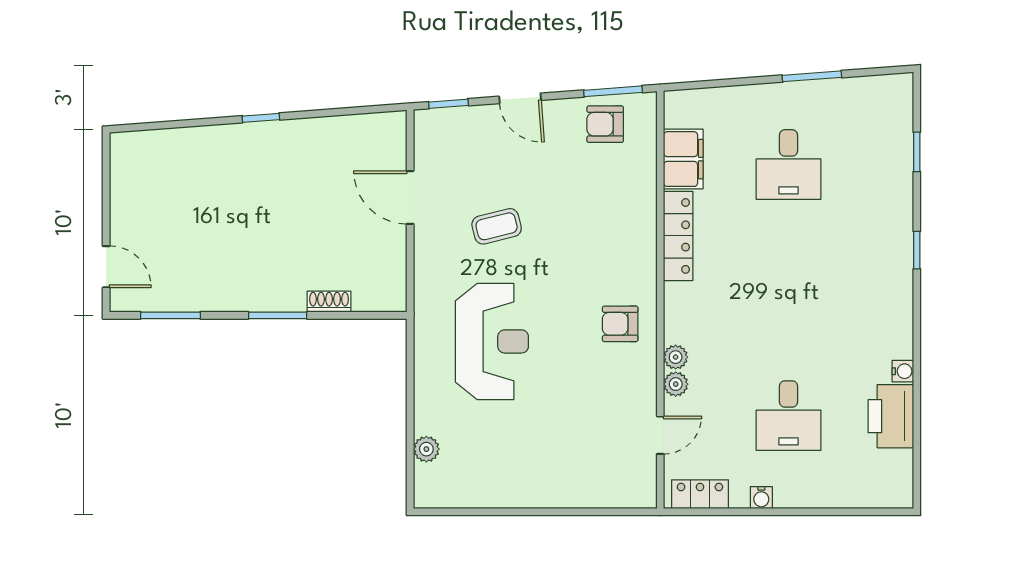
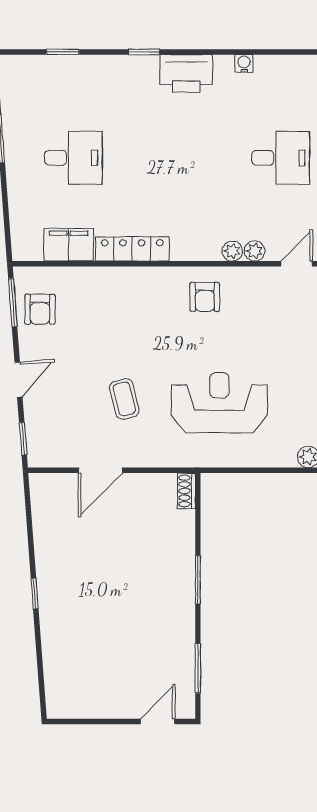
shoe rack: (329, 302) -> (187, 491), moved
printer: (891, 416) -> (186, 73), moved
door: (660, 435) -> (297, 264), hinge flipped

